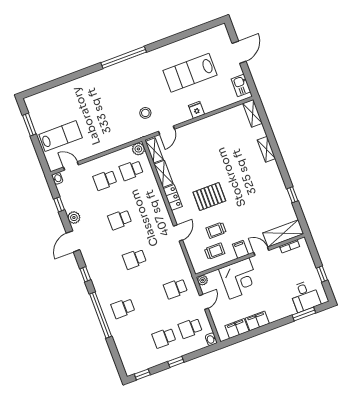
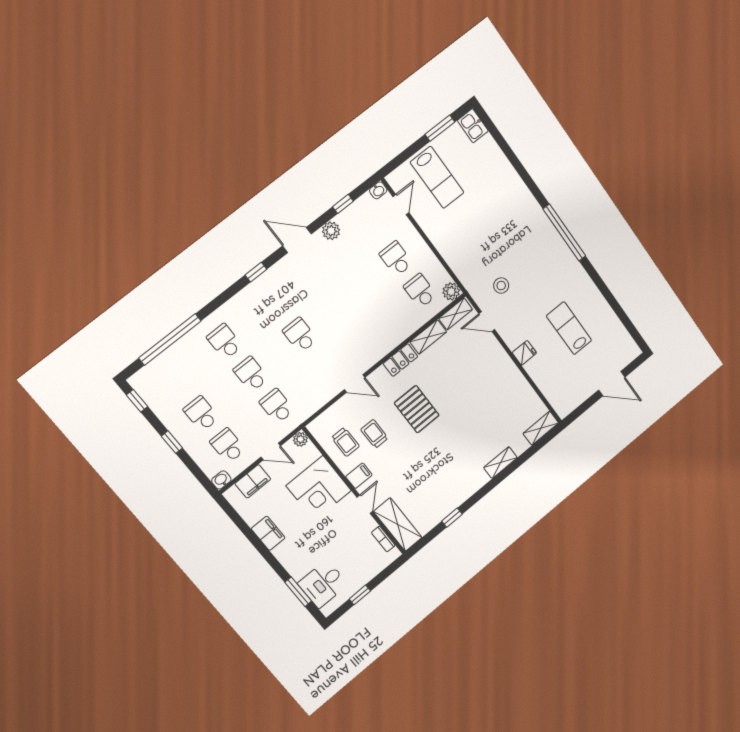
lab bench: (190, 73) -> (569, 328), width x0.73, depth x0.72
kitchen sink: (241, 85) -> (473, 126), moved, turned -90
school desk: (120, 220) -> (251, 374), moved
window: (101, 315) -> (170, 339), moved
filing cabinet: (237, 328) -> (253, 481), moved, turned 90

